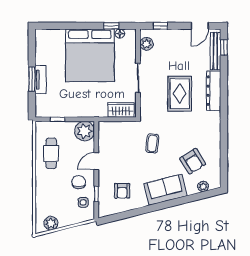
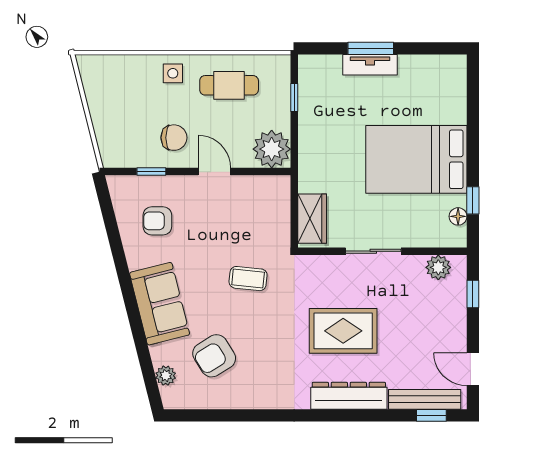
bed: (90, 55) -> (416, 159), width x0.73
side table: (83, 202) -> (173, 73), moved
plant: (51, 223) -> (96, 85), removed

